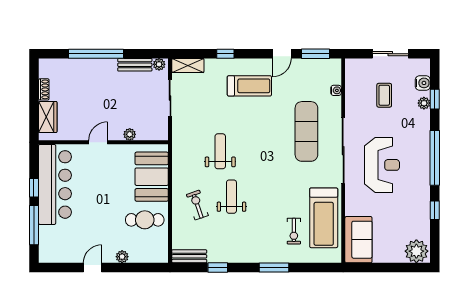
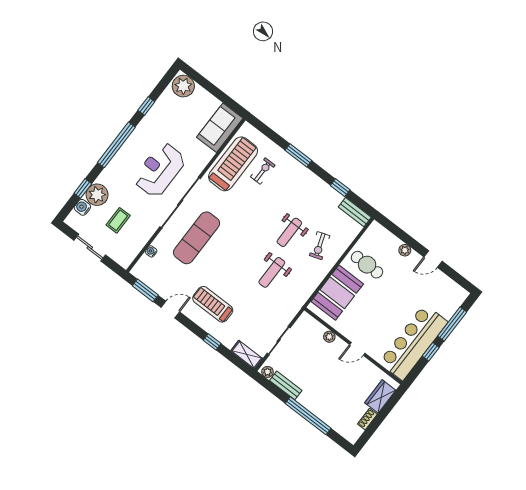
plant: (424, 103) -> (97, 195), width x1.87, depth x1.87

